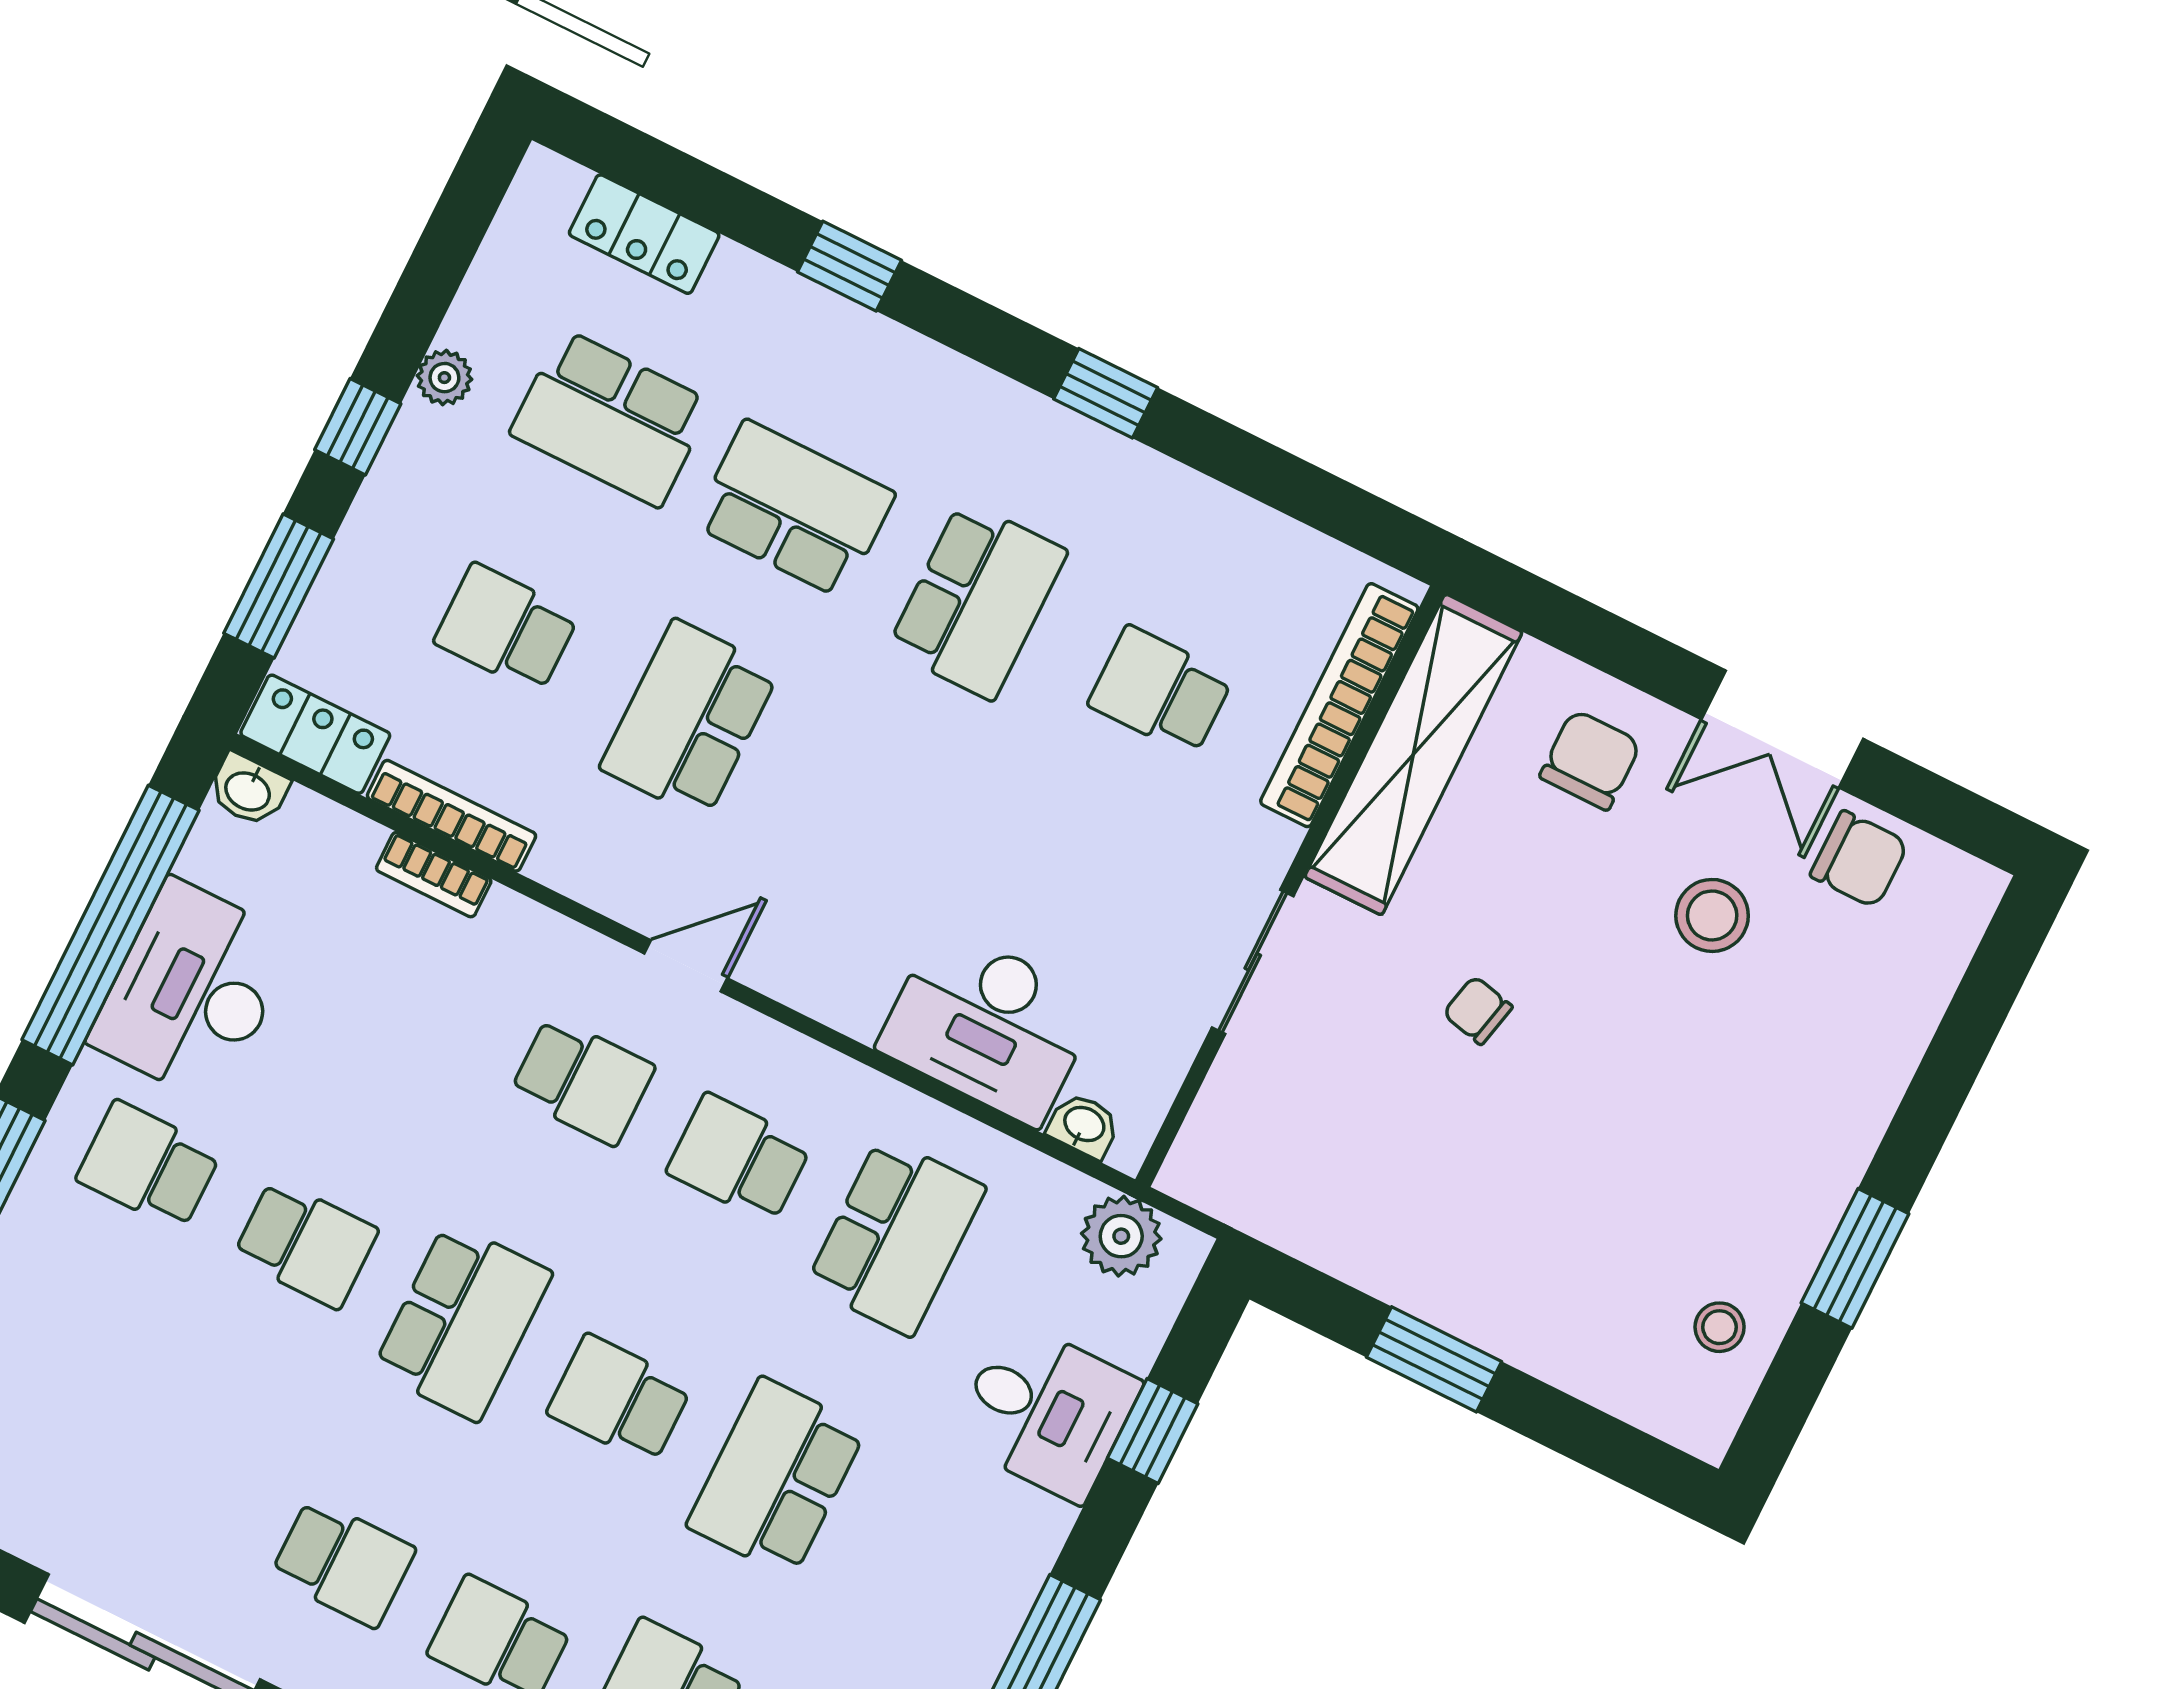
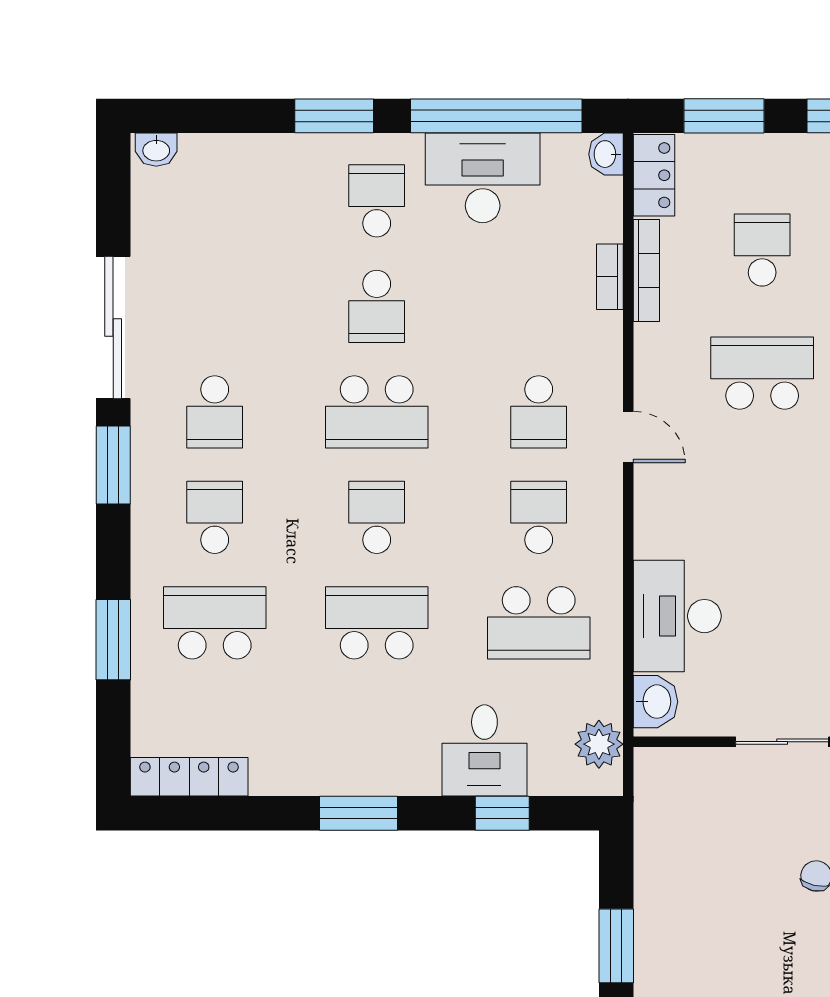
washbasin: (1084, 1125) -> (656, 702), width x1.38, depth x1.45

